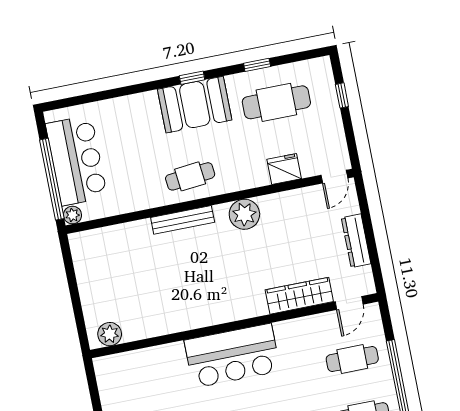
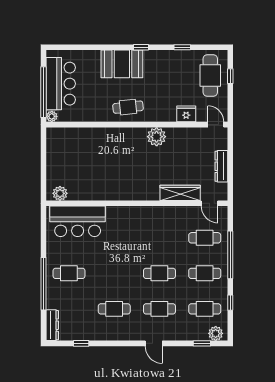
cafe table: (276, 102) -> (210, 76), moved, turned 90
booth: (195, 105) -> (122, 64), moved
door: (334, 177) -> (216, 125), swing flipped
bench: (183, 220) -> (118, 133), removed
door: (349, 303) -> (210, 203), hinge flipped
bar counter: (232, 356) -> (78, 221), moved

